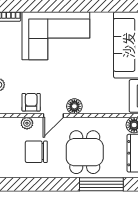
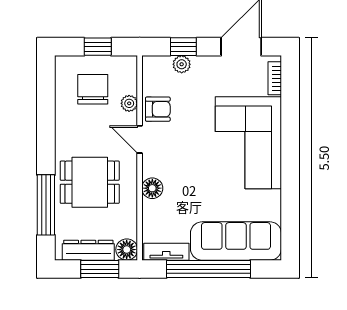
floor lamp: (74, 106) -> (152, 188), moved
chair: (36, 152) -> (93, 89), moved

